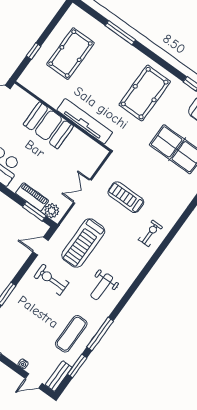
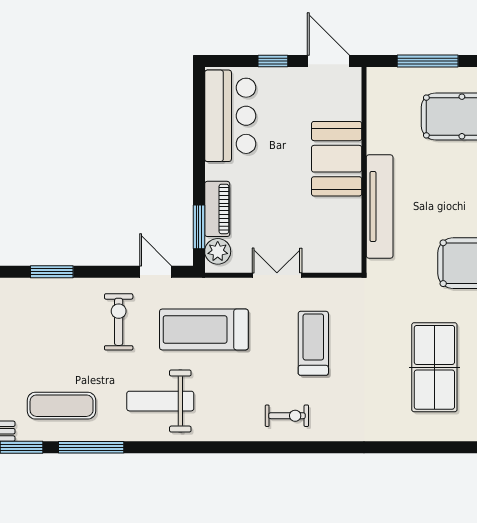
window: (34, 51) -> (428, 61), width x2.17
weight bench: (102, 287) -> (160, 401), width x1.36, depth x1.33

